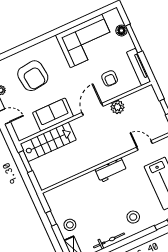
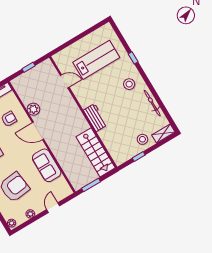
stairs: (48, 142) -> (96, 152), moved, turned 180
door: (144, 145) -> (65, 81), swing flipped
workbench: (111, 170) -> (95, 118), moved

